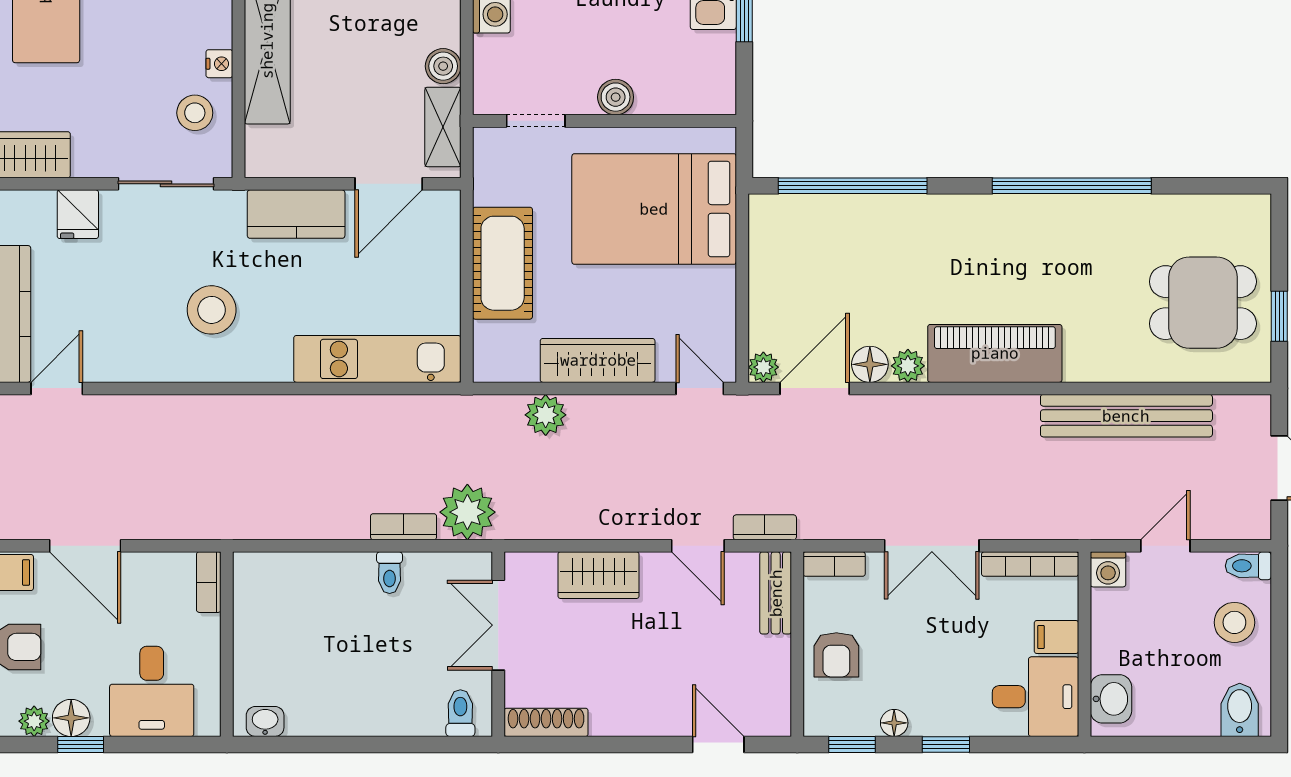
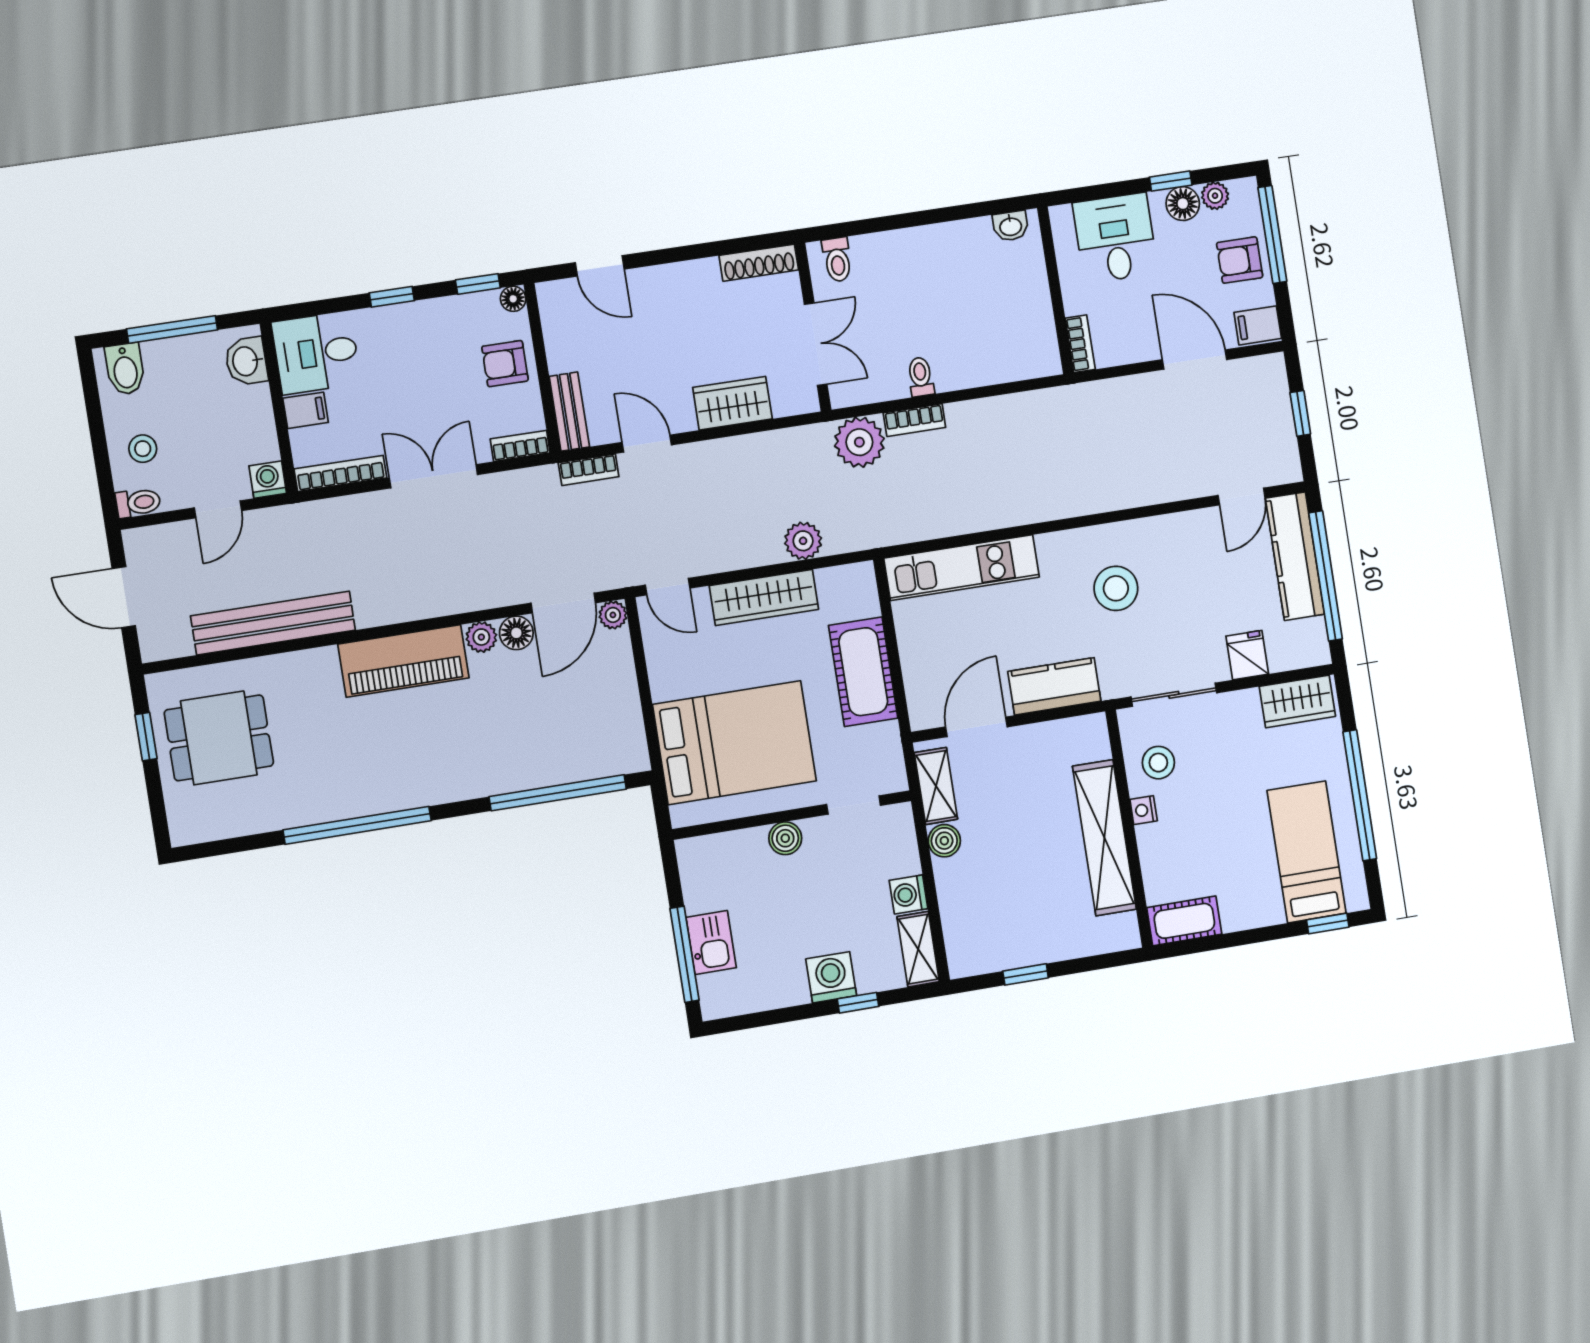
stool: (1234, 622) -> (143, 449), width x0.73, depth x0.73
armchair: (836, 655) -> (505, 364), turned -90
floor lamp: (894, 723) -> (513, 299), moved
window: (1184, 744) -> (172, 329), added

